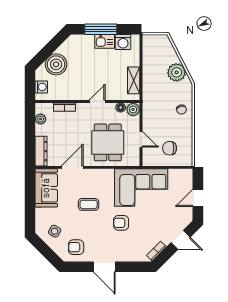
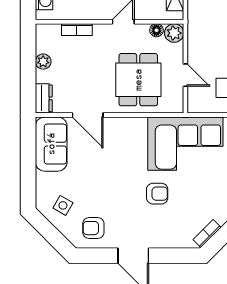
plant: (41, 119) -> (43, 62), moved
dresser: (41, 151) -> (44, 98), width x0.70
door: (72, 167) -> (88, 115), swing flipped
coffee table: (89, 204) -> (111, 167), removed
armchair: (121, 223) -> (157, 194), turned 180

